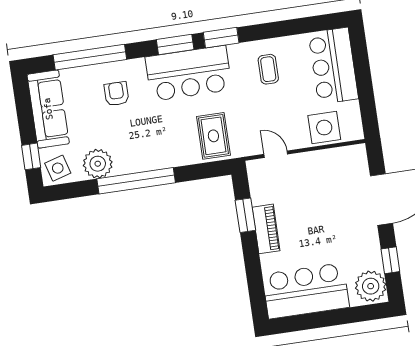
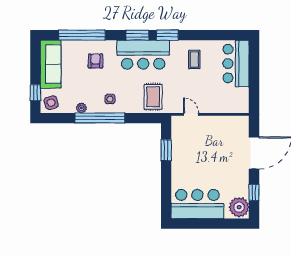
side table: (324, 128) -> (110, 99), moved, width x0.54, depth x0.54
plant: (98, 164) -> (81, 108), width x0.53, depth x0.53
piano: (266, 229) -> (178, 161), removed

